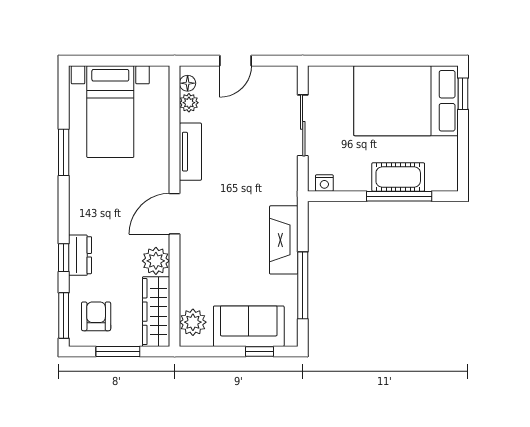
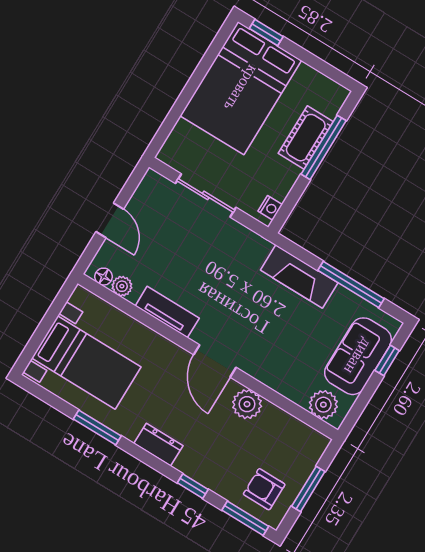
dresser: (80, 255) -> (158, 445), moved
wardrobe: (156, 312) -> (293, 432), removed

